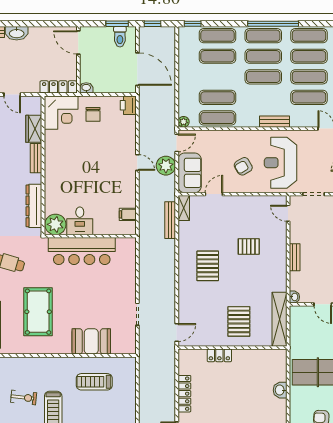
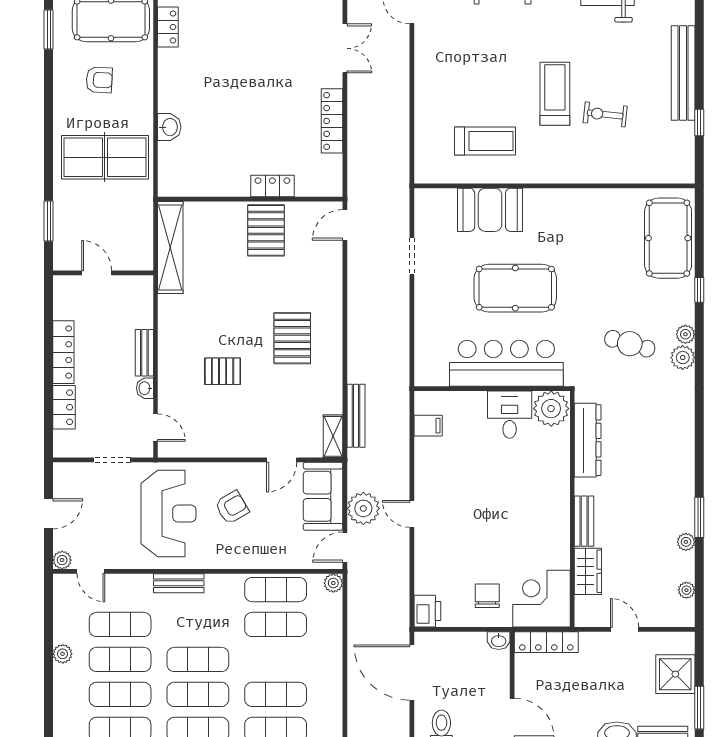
washbasin: (294, 297) -> (145, 388), moved
pool table: (38, 312) -> (515, 288), moved, turned 90
pallet: (239, 321) -> (266, 230), moved

